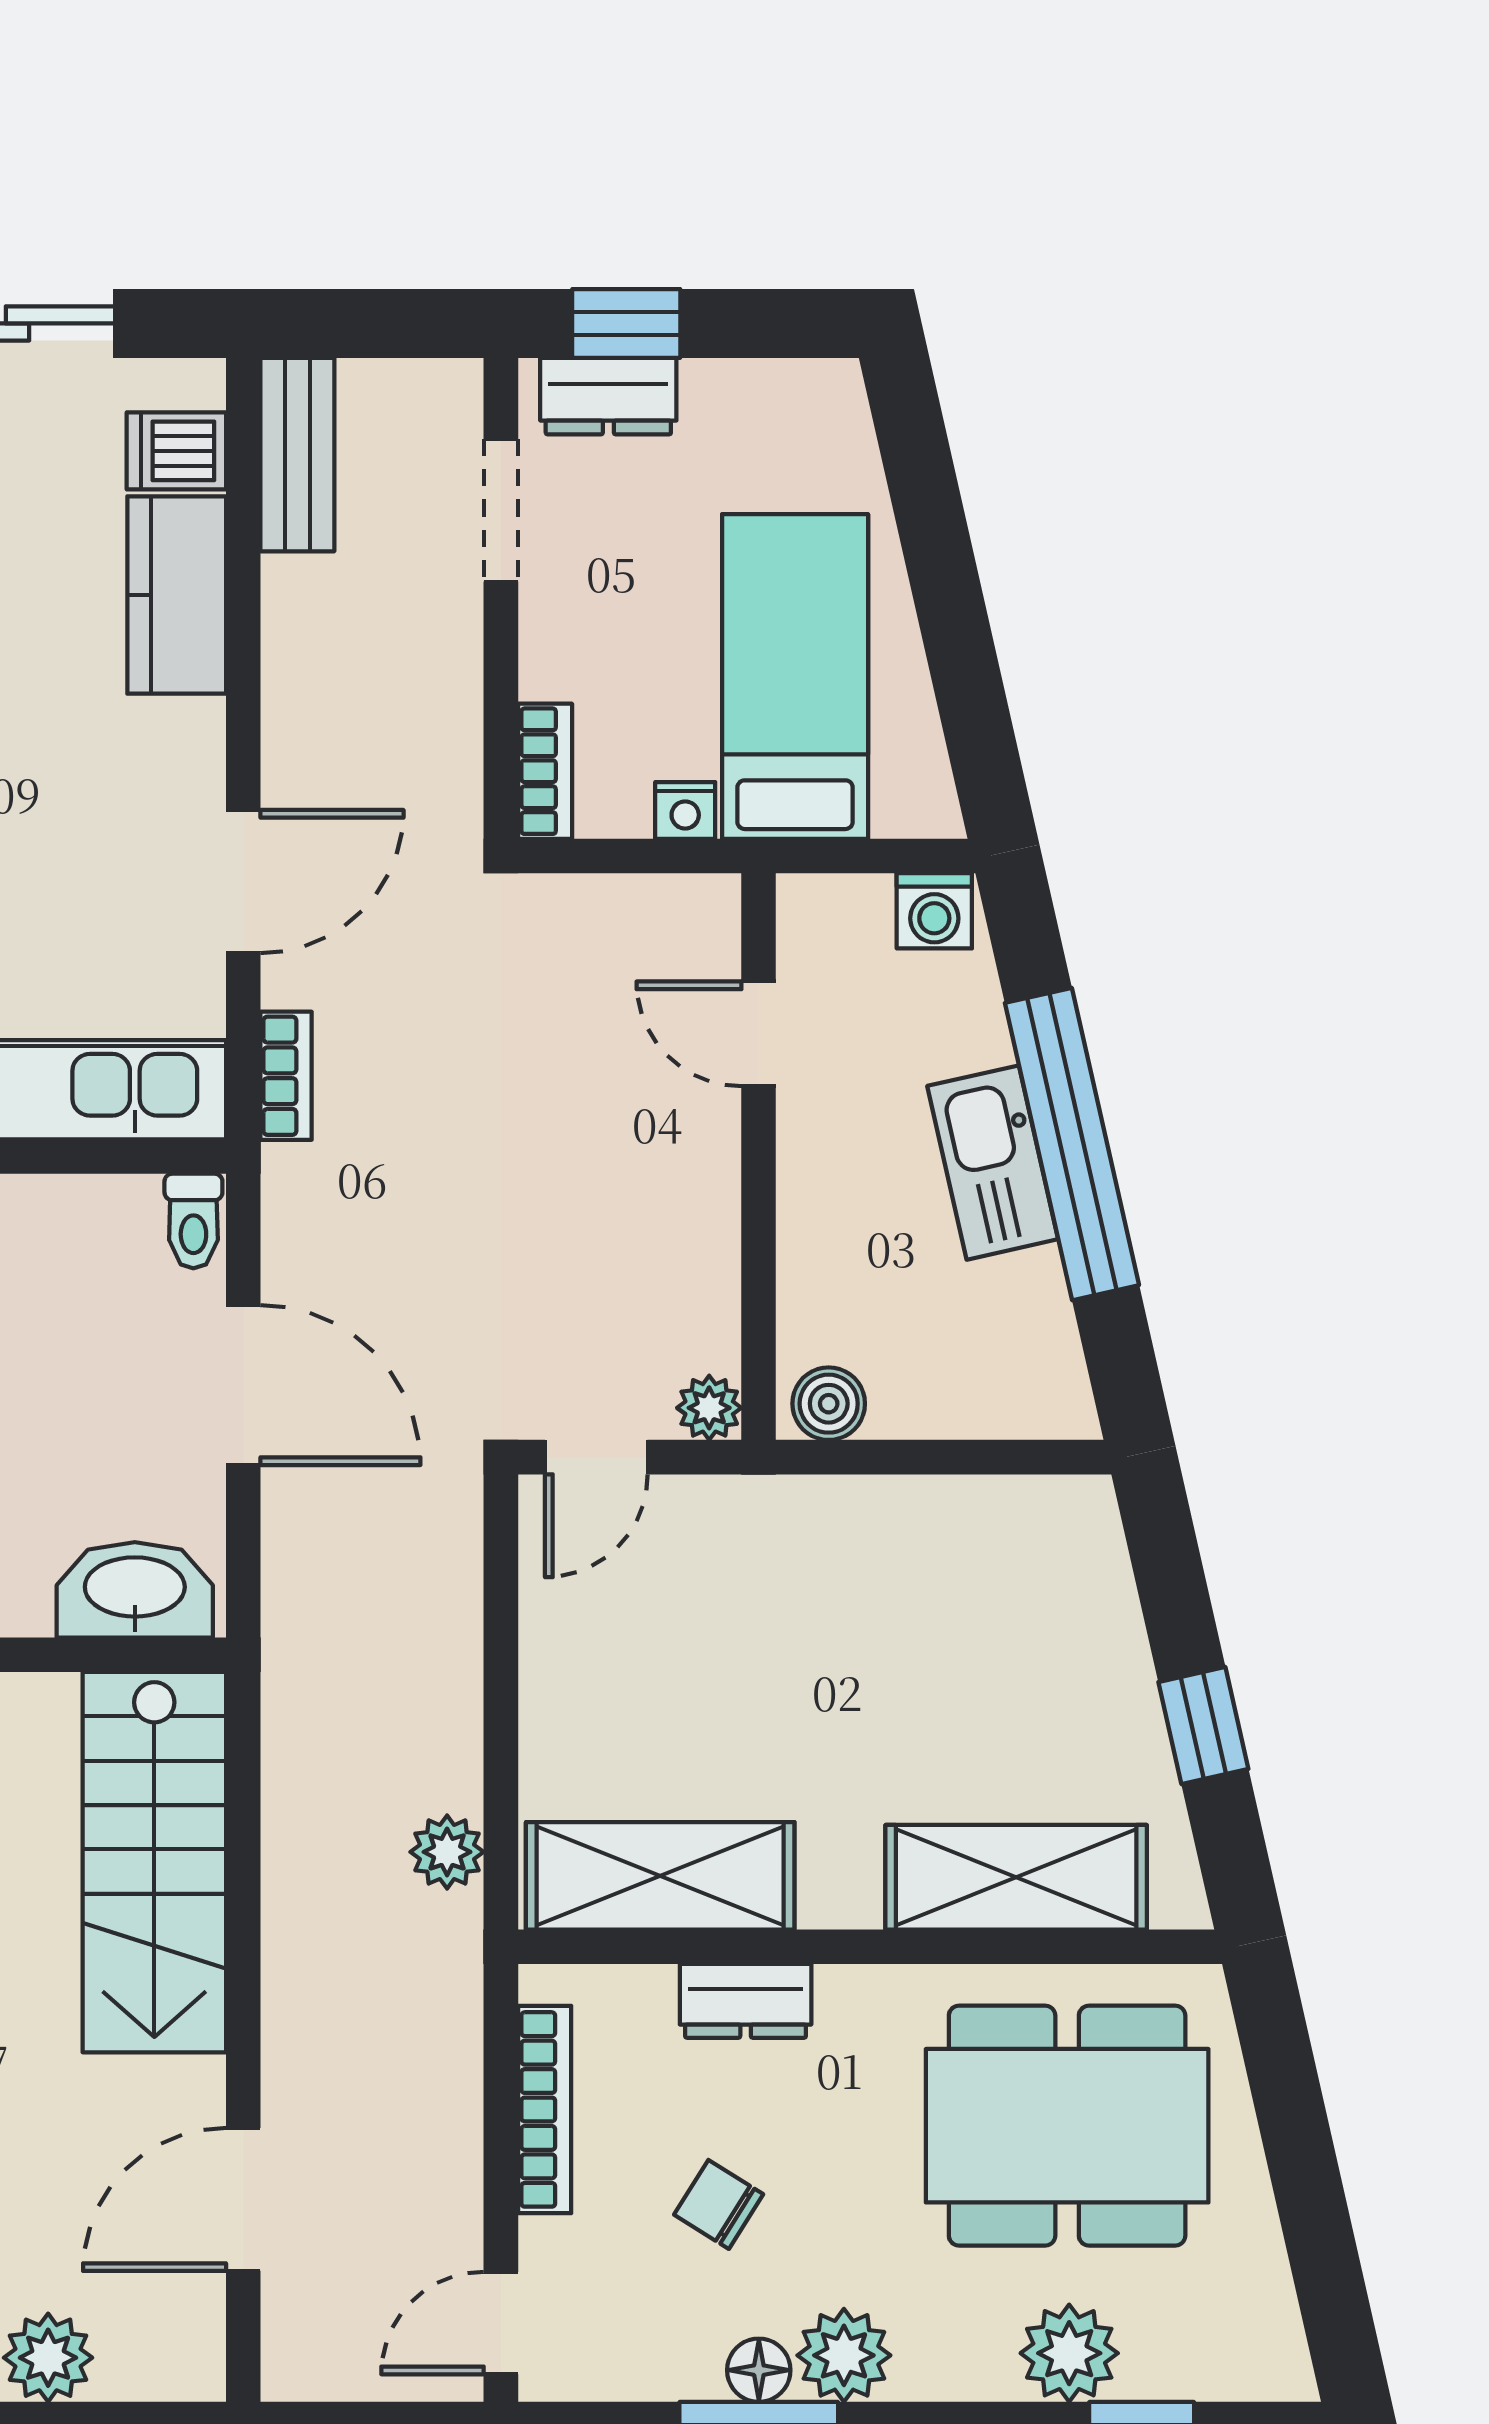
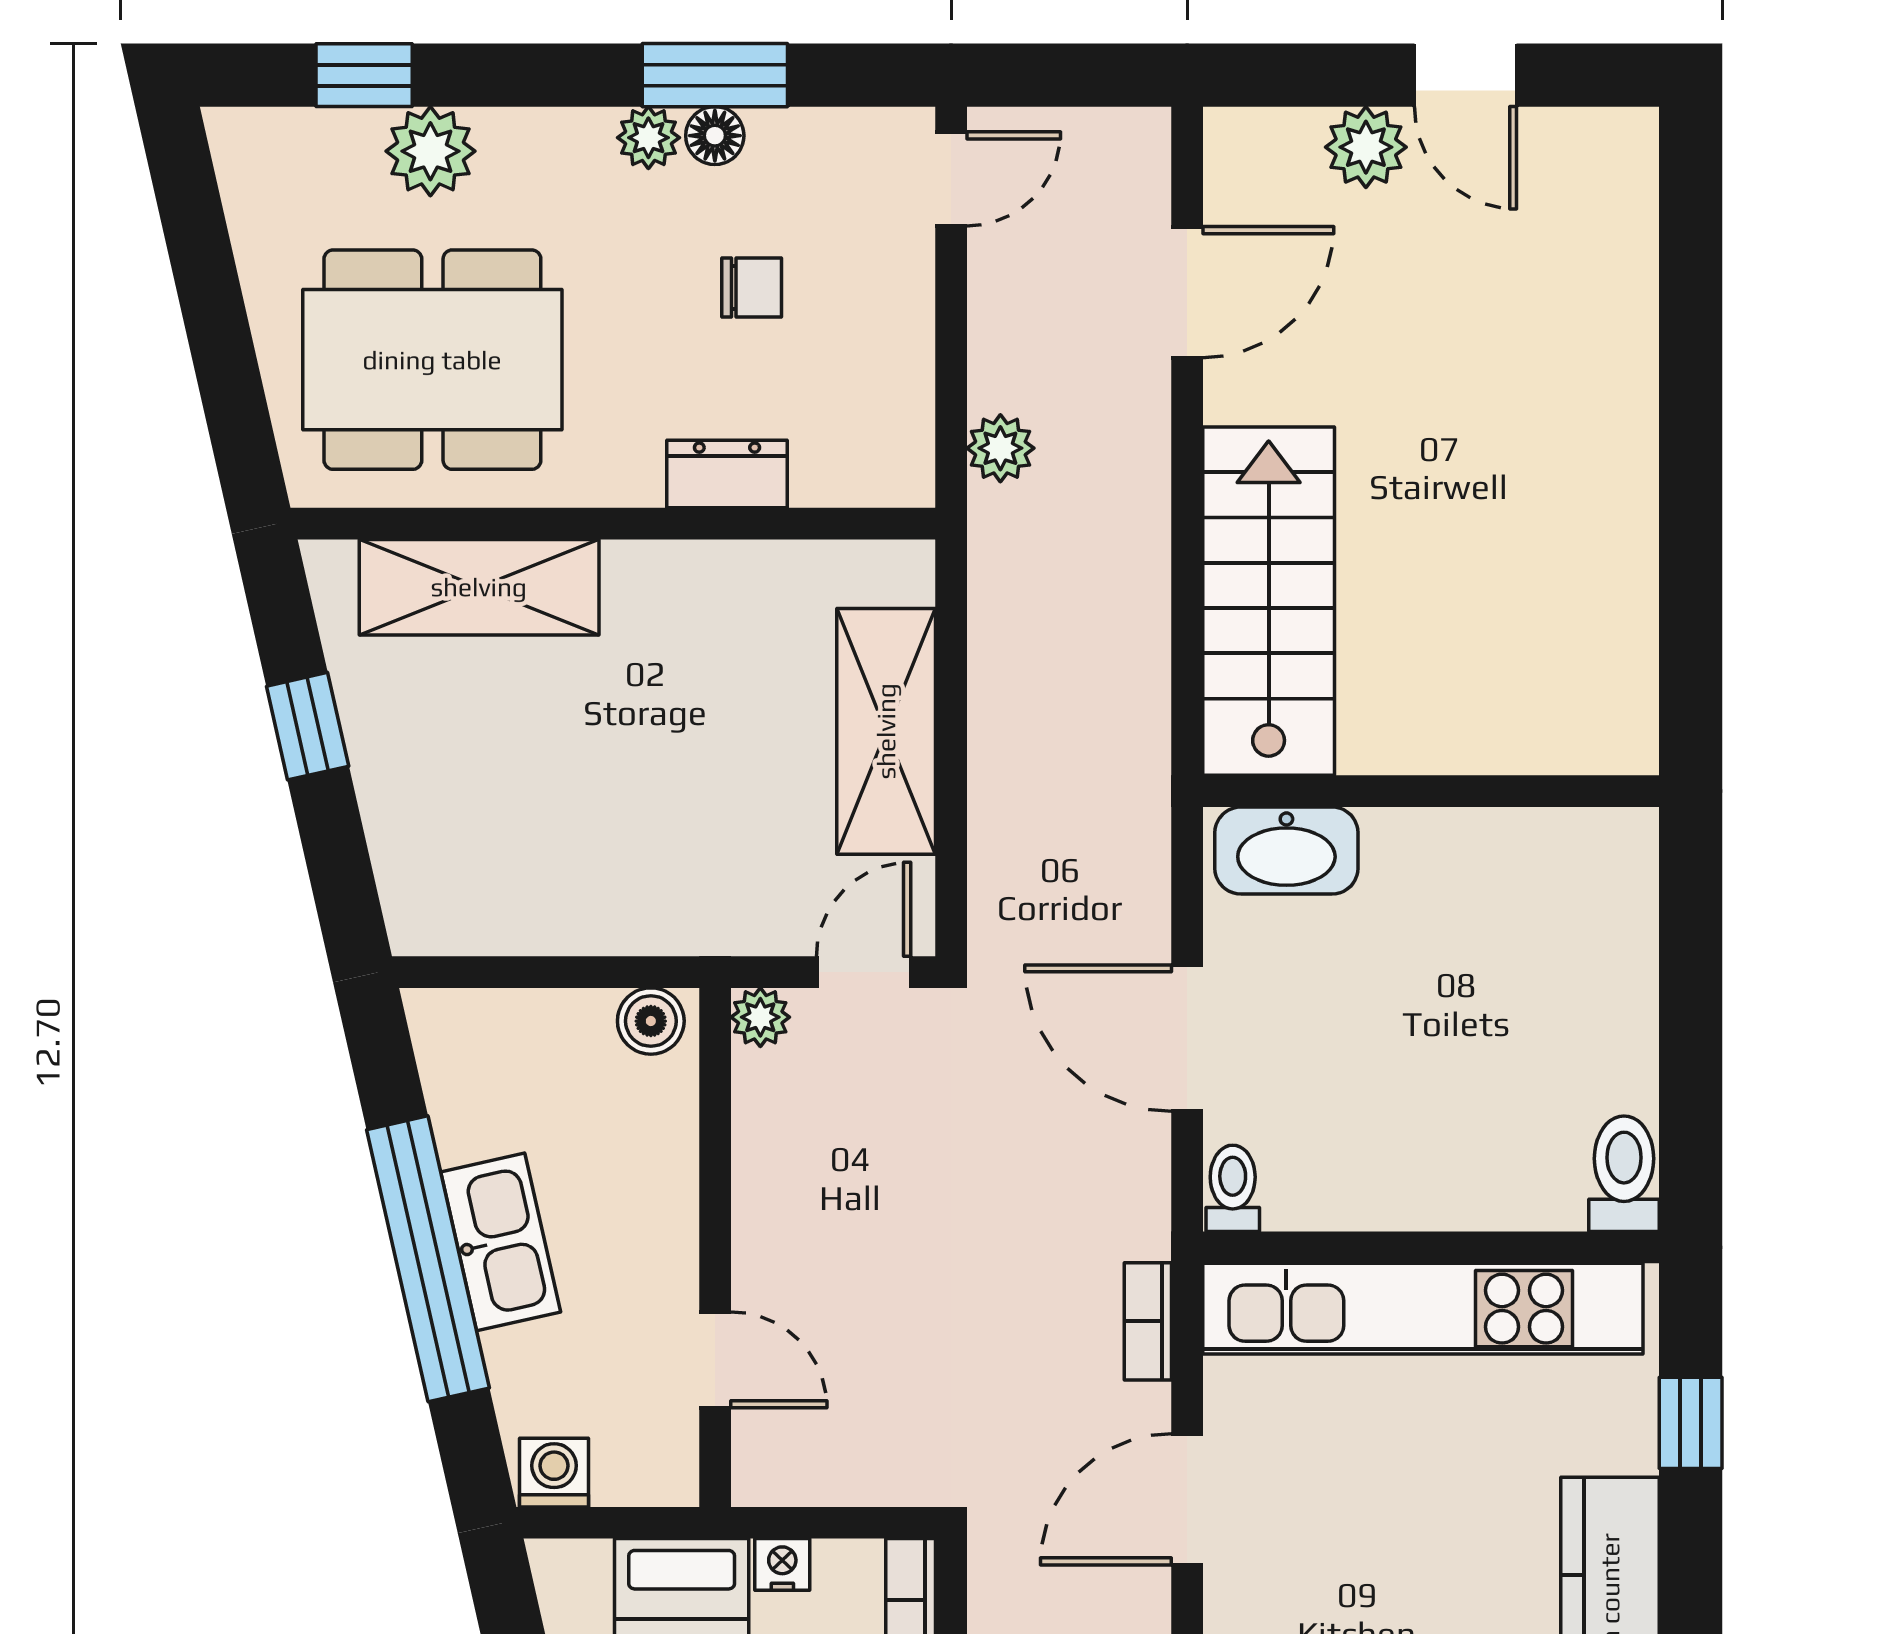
plant: (447, 1852) -> (1000, 448), moved
shelving: (660, 1876) -> (886, 731), moved, turned 90
bookcase: (545, 2109) -> (911, 374), removed
chair: (719, 2204) -> (752, 287), turned -32
plant: (844, 2355) -> (648, 138), width x0.73, depth x0.73

